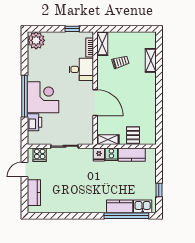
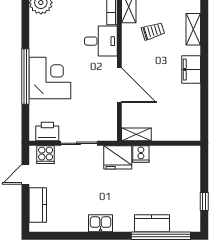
filing cabinet: (149, 91) -> (191, 70), added
printer: (34, 122) -> (47, 132), moved, turned -90
pallet: (133, 135) -> (170, 128), removed
fridge: (99, 155) -> (118, 157), width x1.88, depth x1.34
kitchen counter: (132, 155) -> (168, 154), removed
kitchen sink: (143, 206) -> (101, 223), moved

